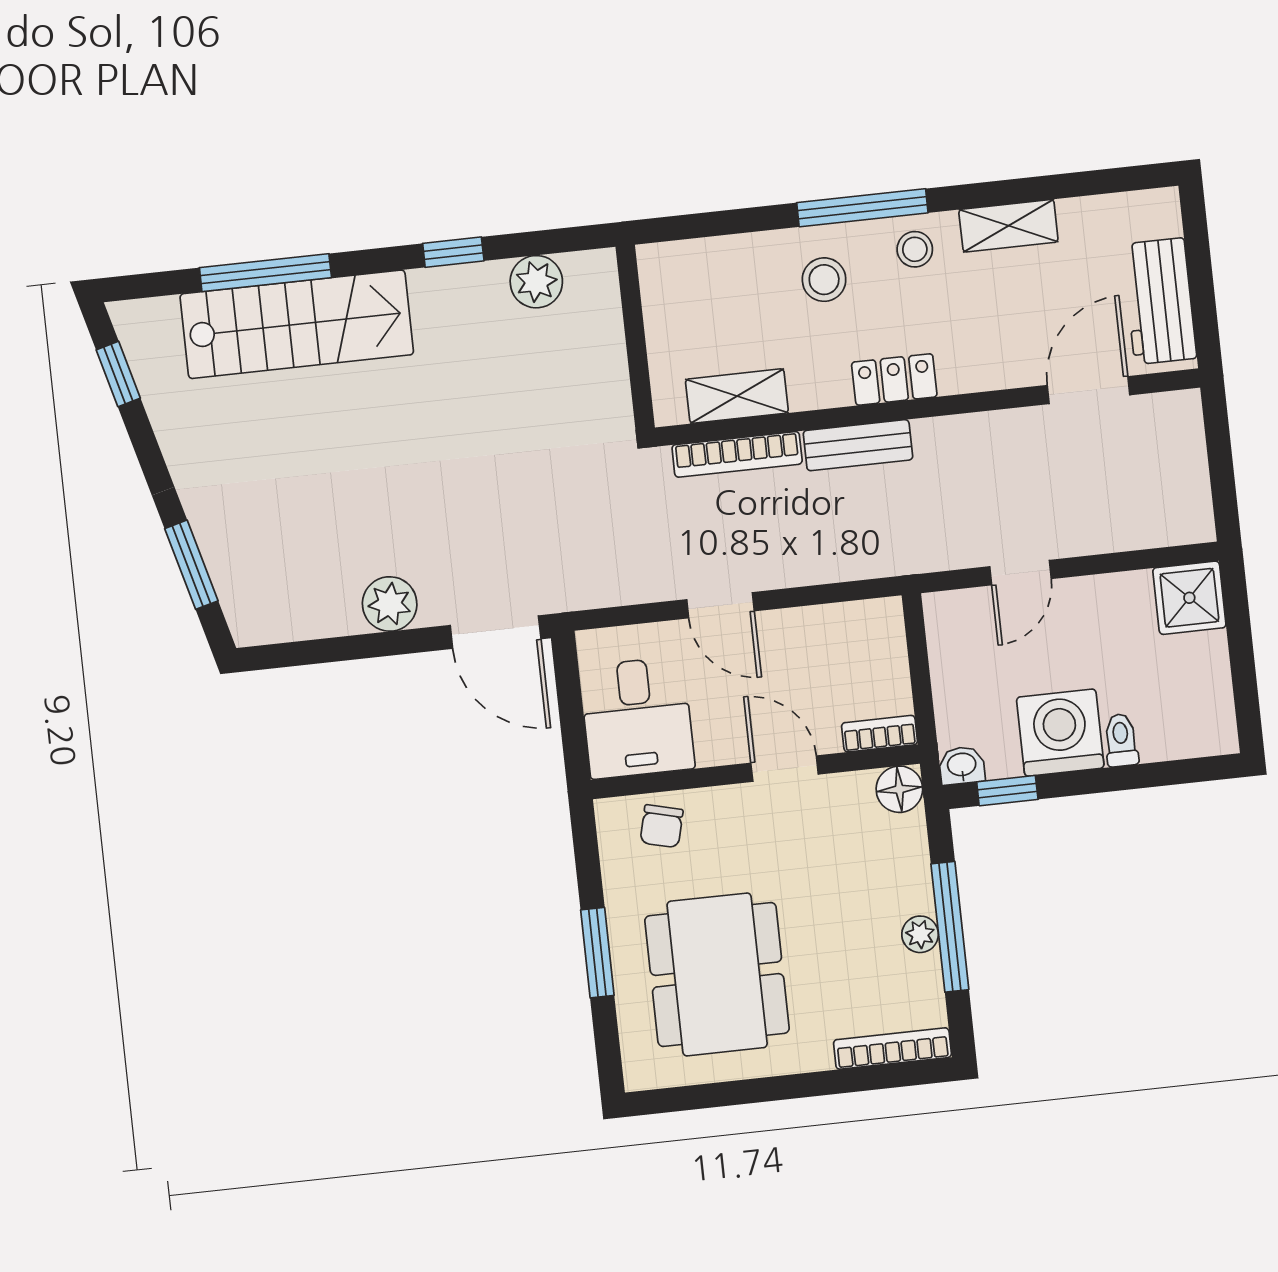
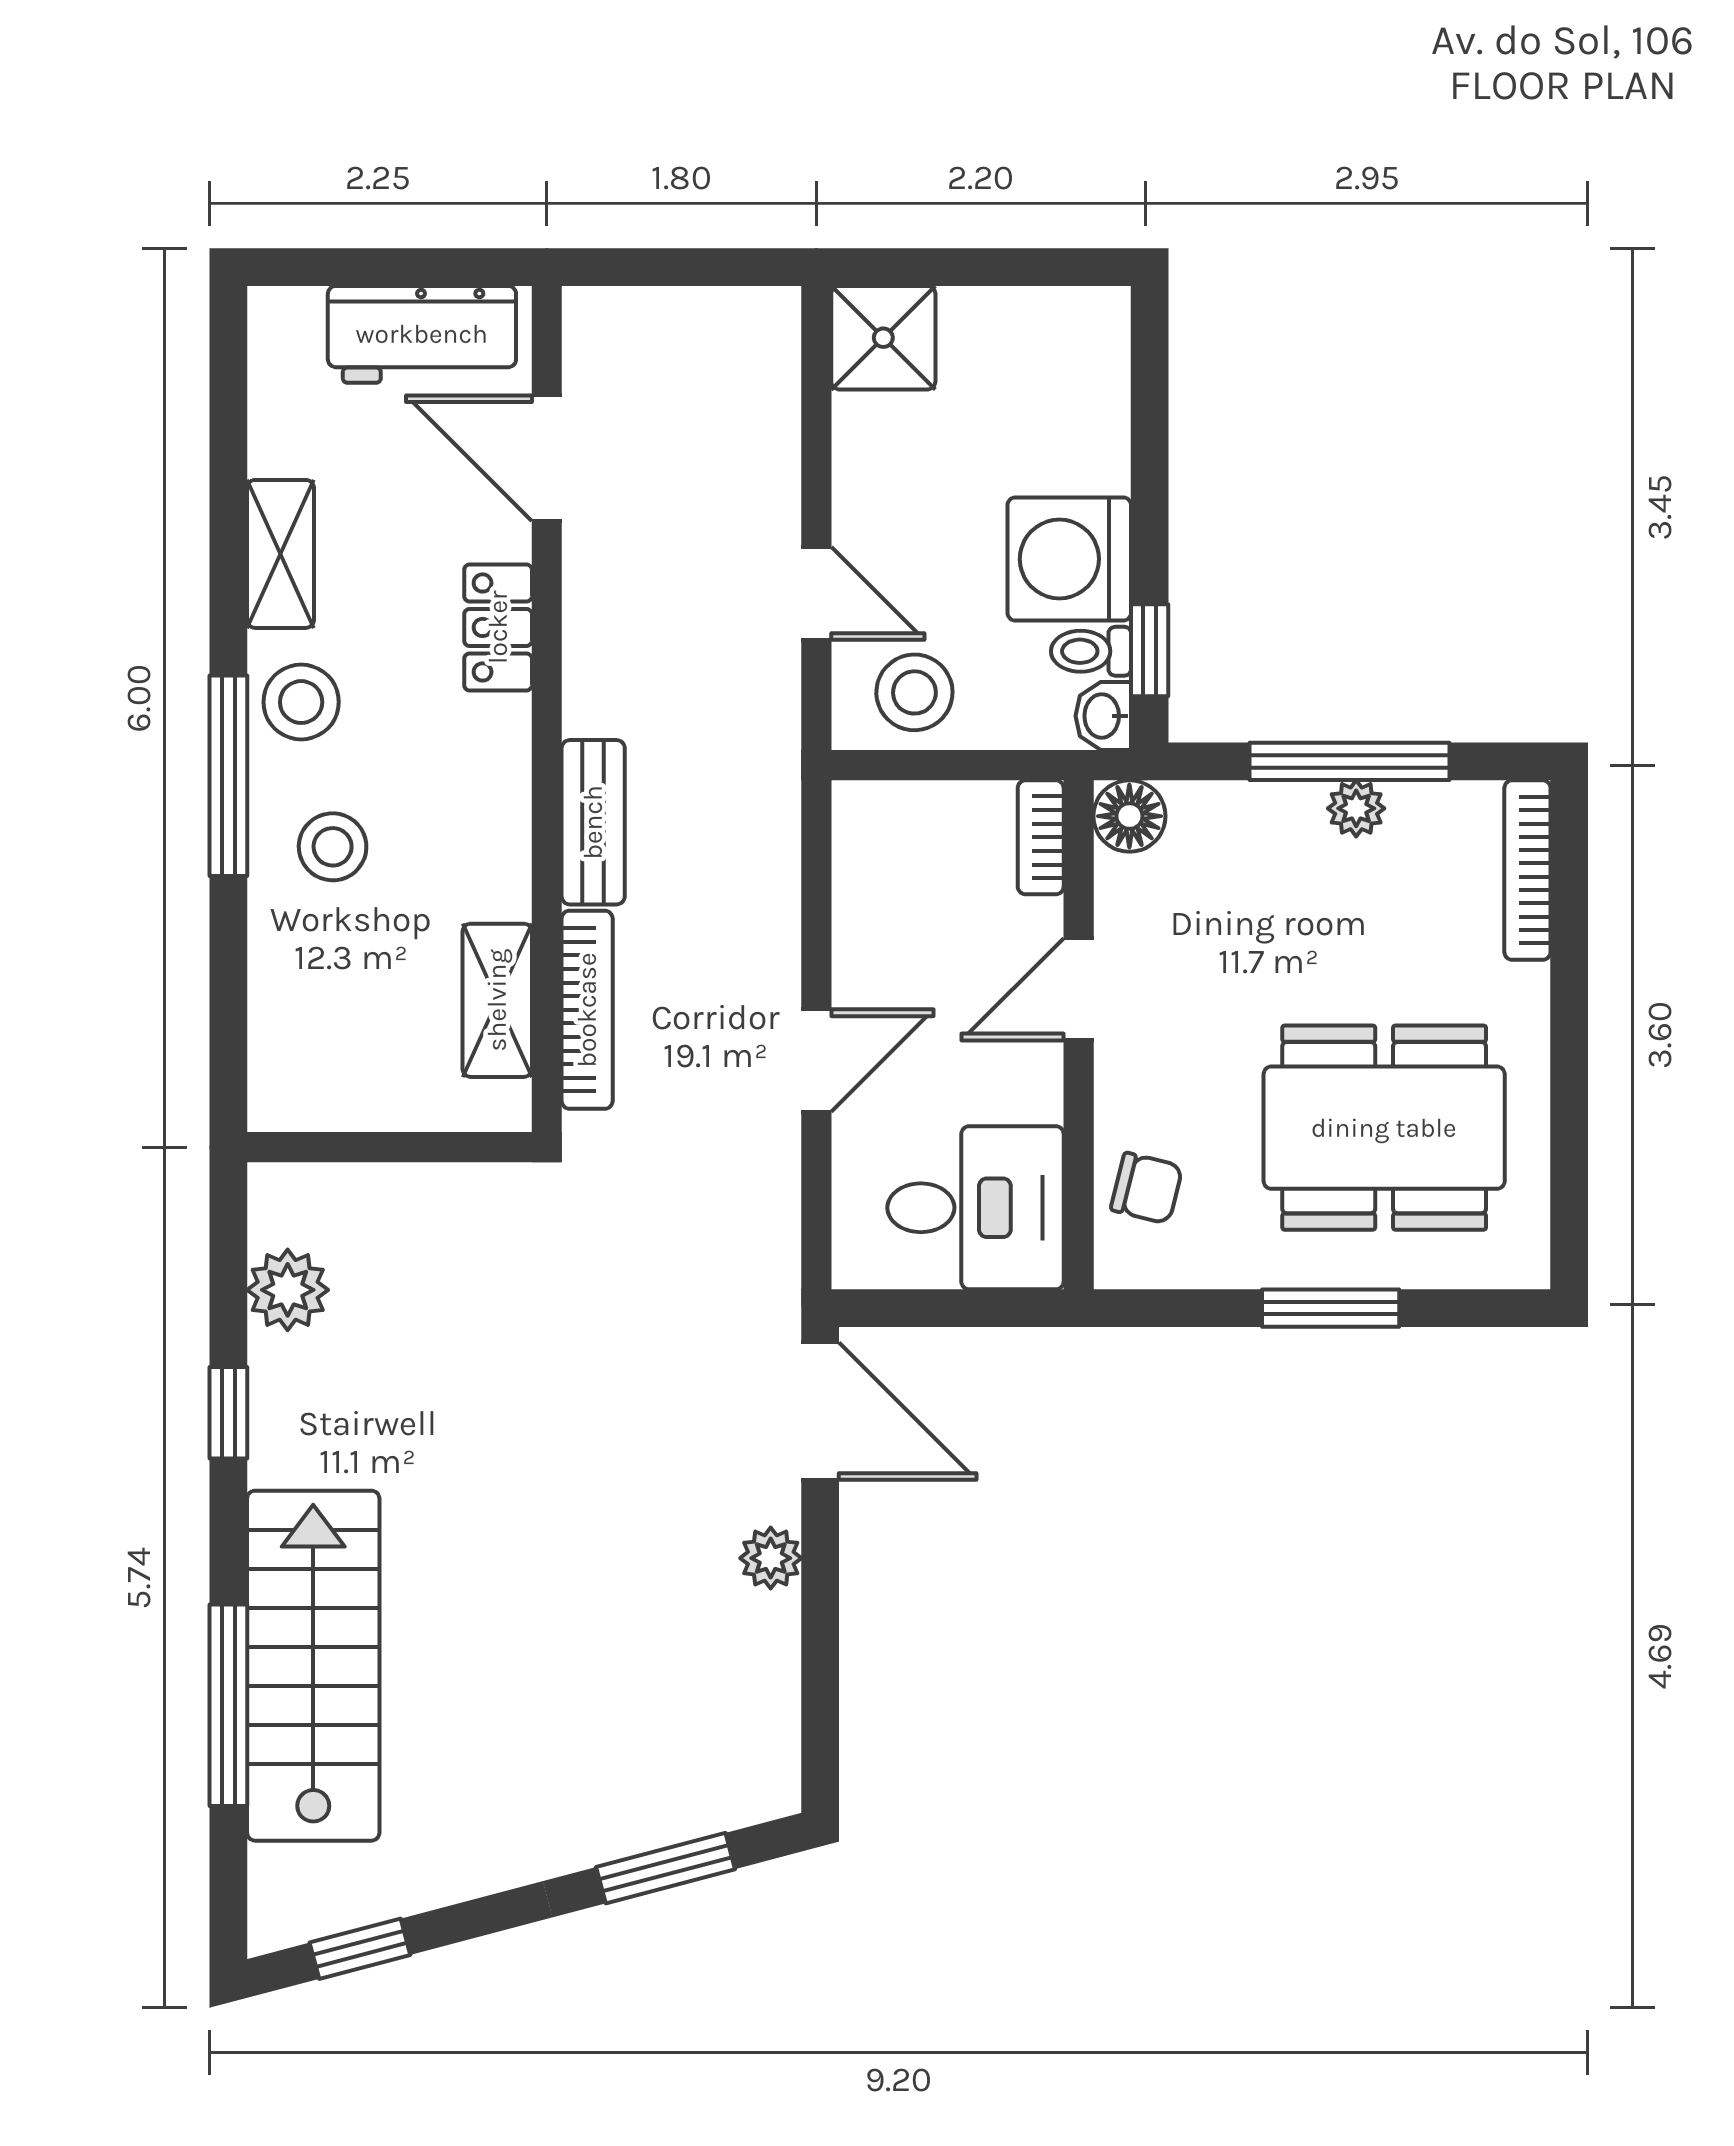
stool: (915, 249) -> (301, 702), width x1.37, depth x1.37
locker: (894, 379) -> (498, 627), moved
plant: (390, 604) -> (771, 1558), width x0.73, depth x0.73
door: (496, 632) -> (820, 1411), hinge flipped
stool: (964, 643) -> (914, 692), added
toilet: (1121, 740) -> (1091, 651), moved

